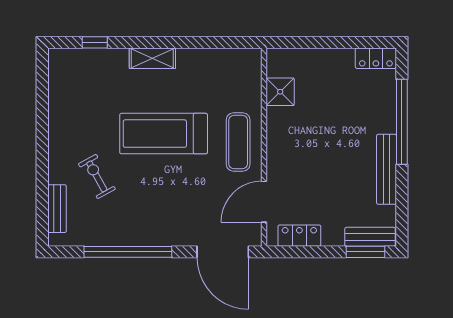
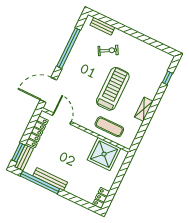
shelving: (152, 58) -> (144, 109), moved
shower: (280, 92) -> (104, 154), width x1.86, depth x1.86
window: (402, 122) -> (40, 182), moved
exercise mat: (238, 142) -> (109, 127), moved
locker: (299, 236) -> (37, 132), width x1.53

